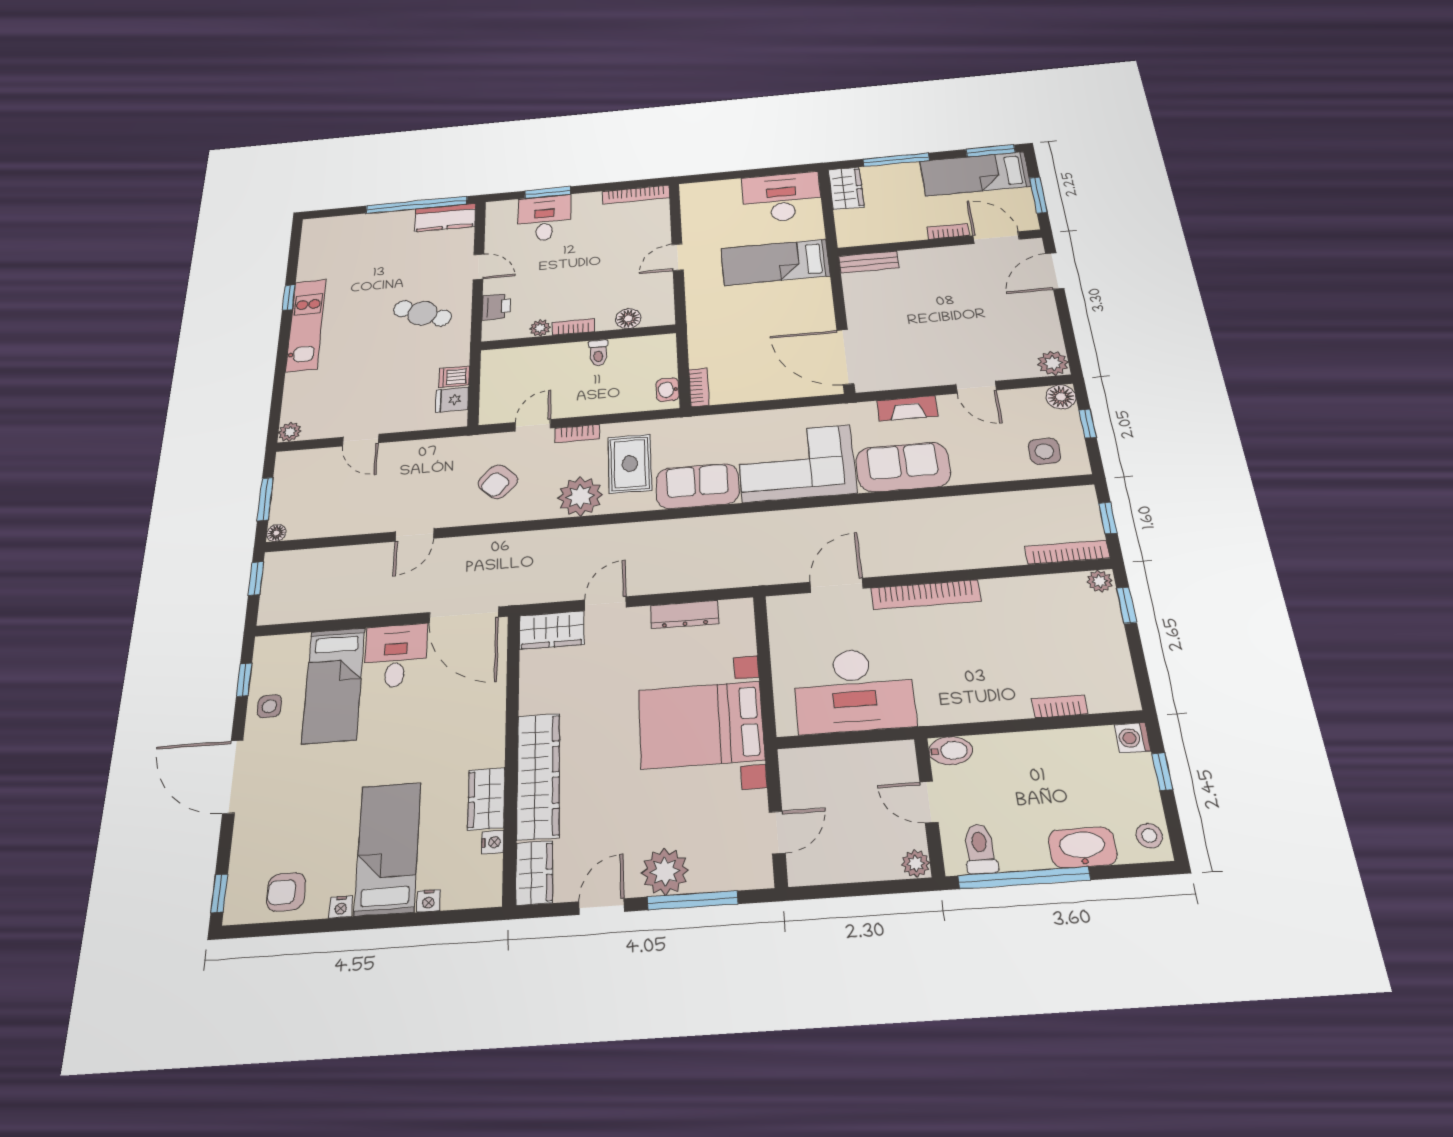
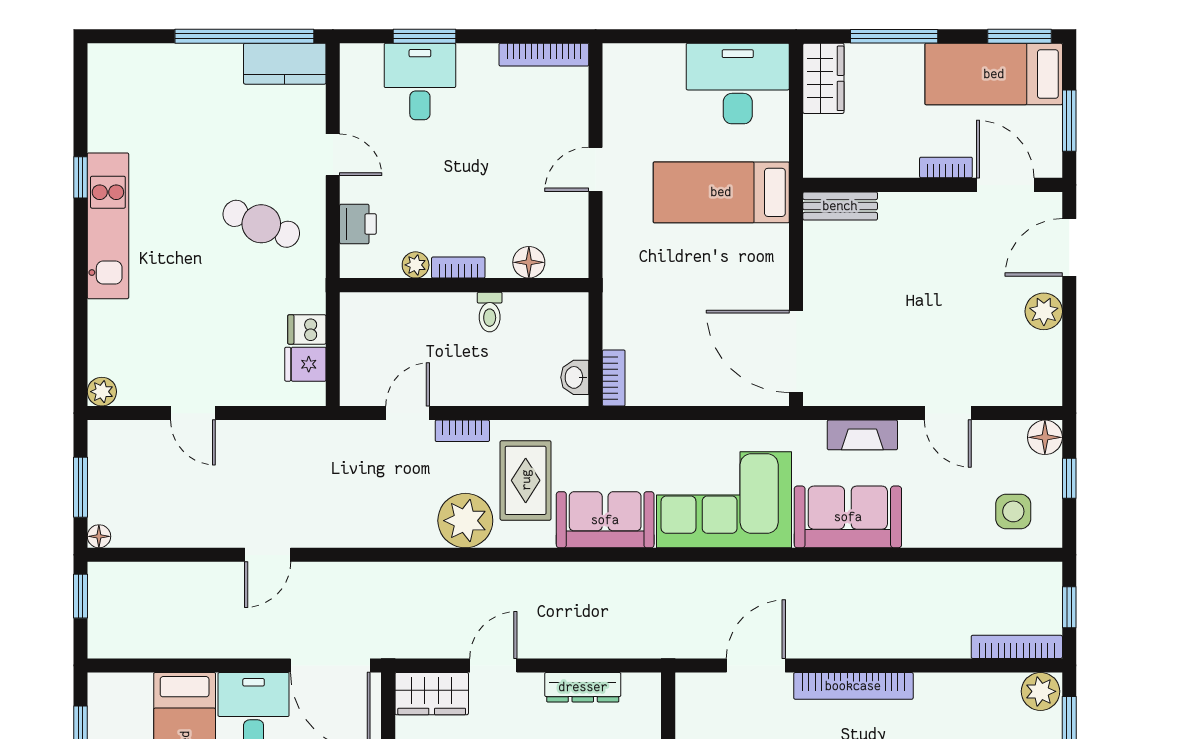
plant: (1053, 363) -> (1044, 311), moved
armchair: (498, 482) -> (366, 490), removed
plant: (1100, 581) -> (1041, 691), width x1.38, depth x1.38

